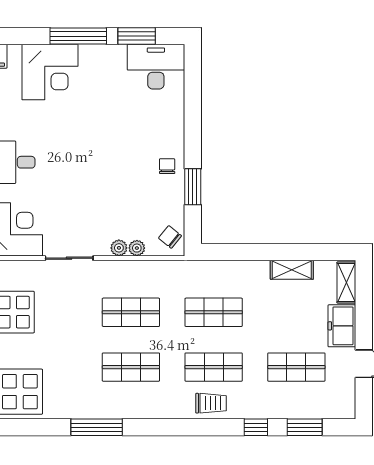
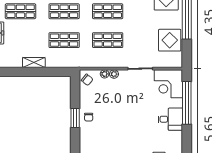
window: (193, 187) -> (75, 118), moved
shelving: (292, 270) -> (34, 62), moved

